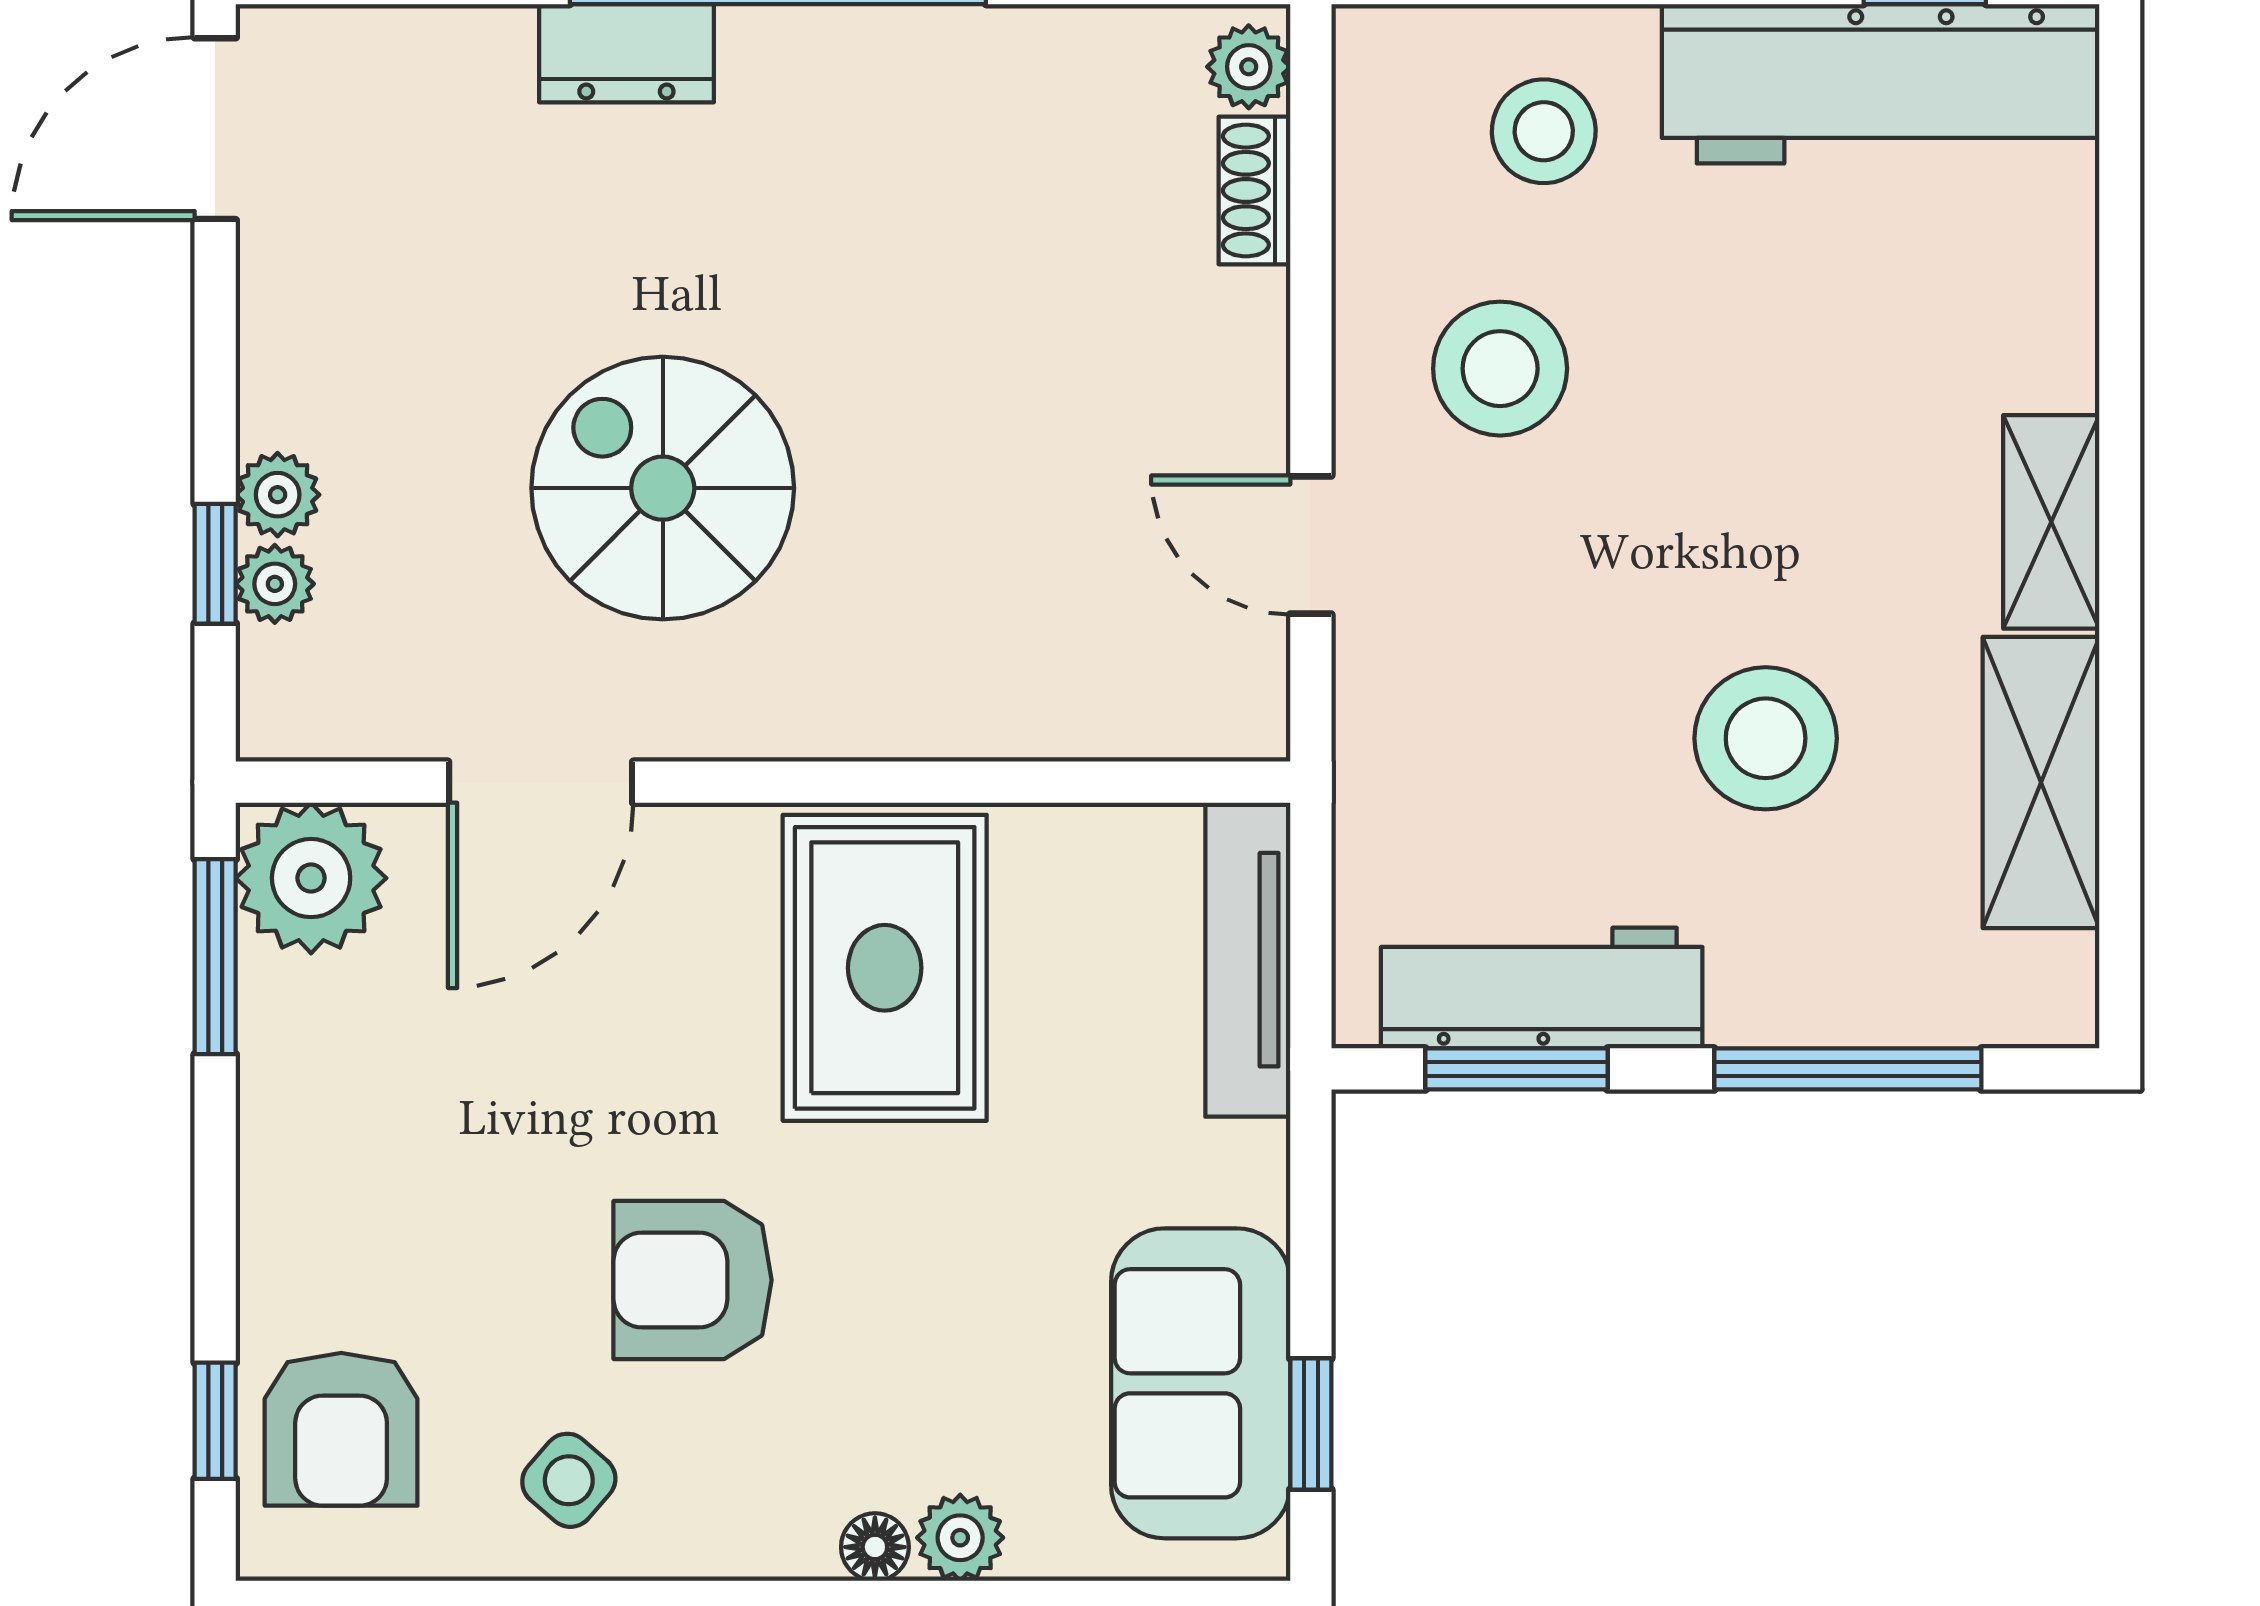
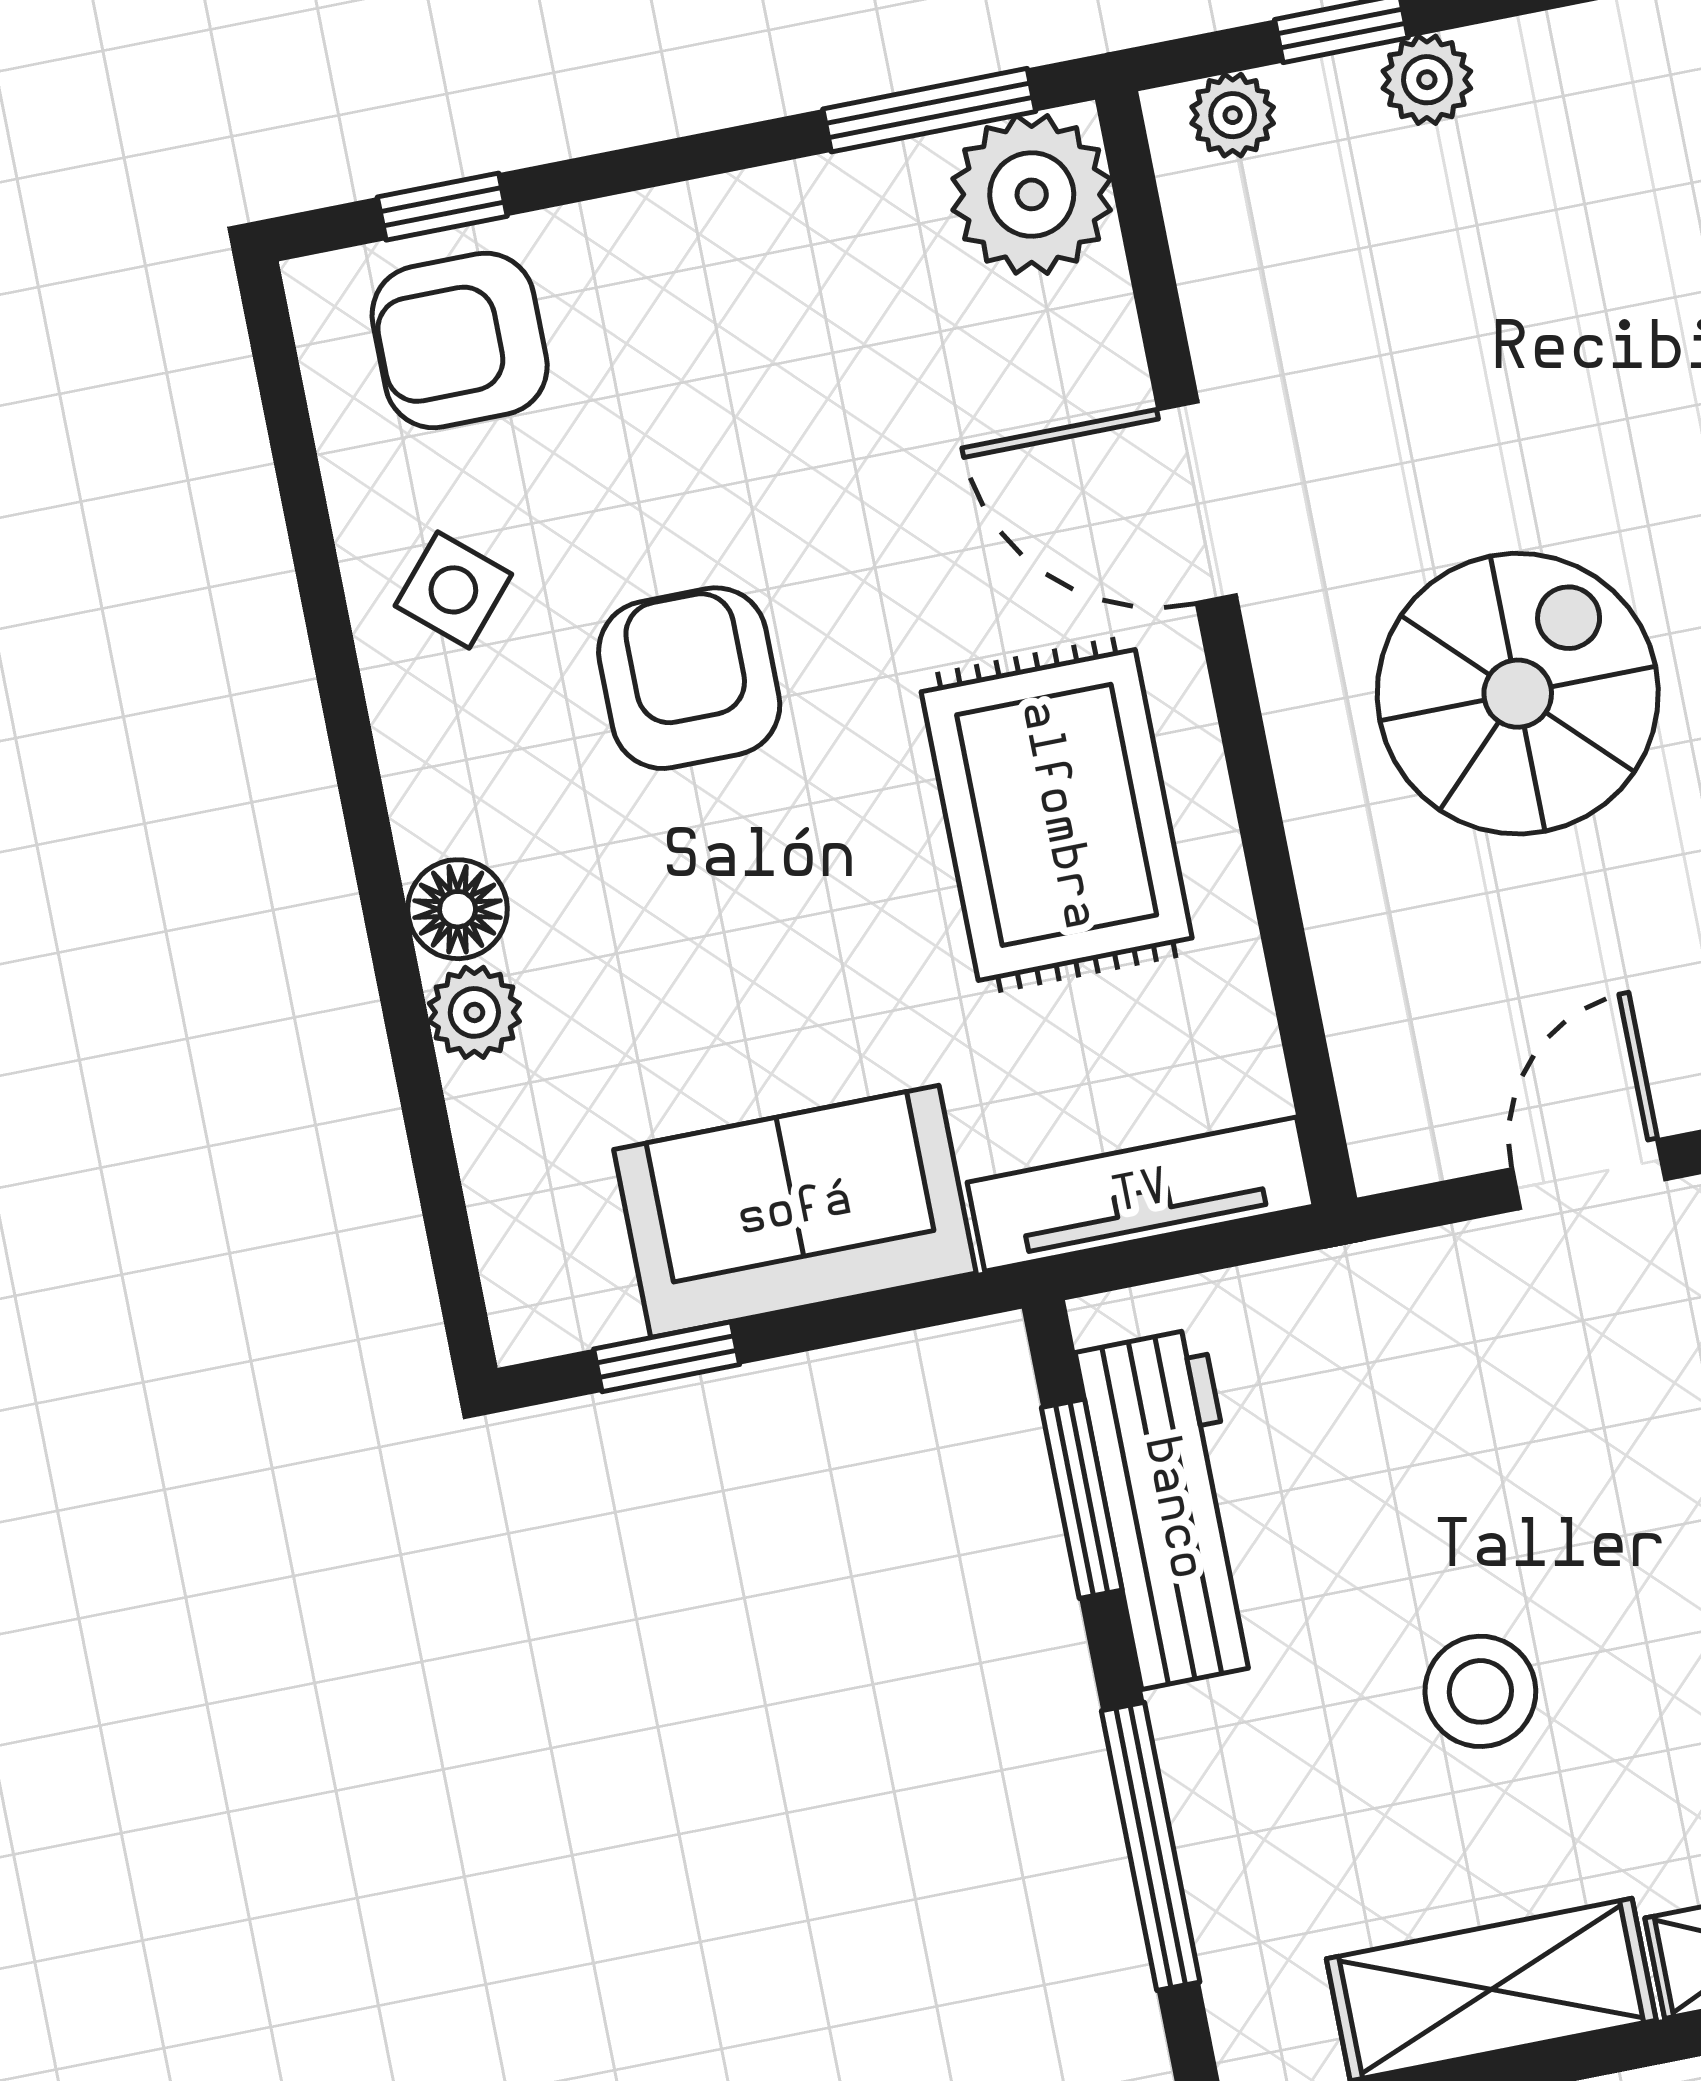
spiral stairs: (663, 488) -> (1518, 694), moved
plant: (275, 584) -> (1233, 115), moved
stool: (1766, 738) -> (1480, 1691), width x0.73, depth x0.73
door: (541, 782) -> (1197, 502), moved
rug: (885, 968) -> (1057, 815), turned 90
sofa: (1201, 1383) -> (795, 1211), moved
floor lamp: (875, 1547) -> (458, 909), width x1.37, depth x1.37

